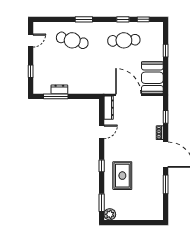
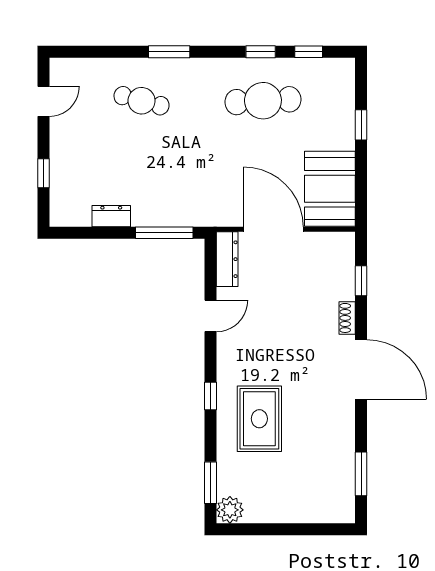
cafe table: (72, 40) -> (142, 101), width x0.73, depth x0.74
window: (56, 96) -> (164, 233), moved
window: (166, 184) -> (361, 474), moved

